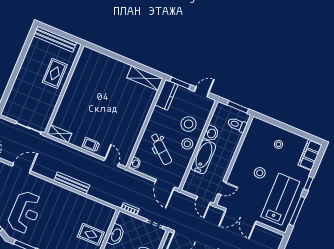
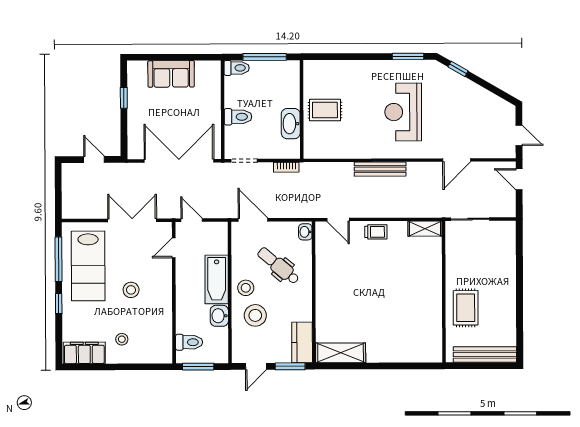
filing cabinet: (310, 155) -> (84, 353), moved, turned -90
reception desk: (25, 212) -> (403, 112), moved

